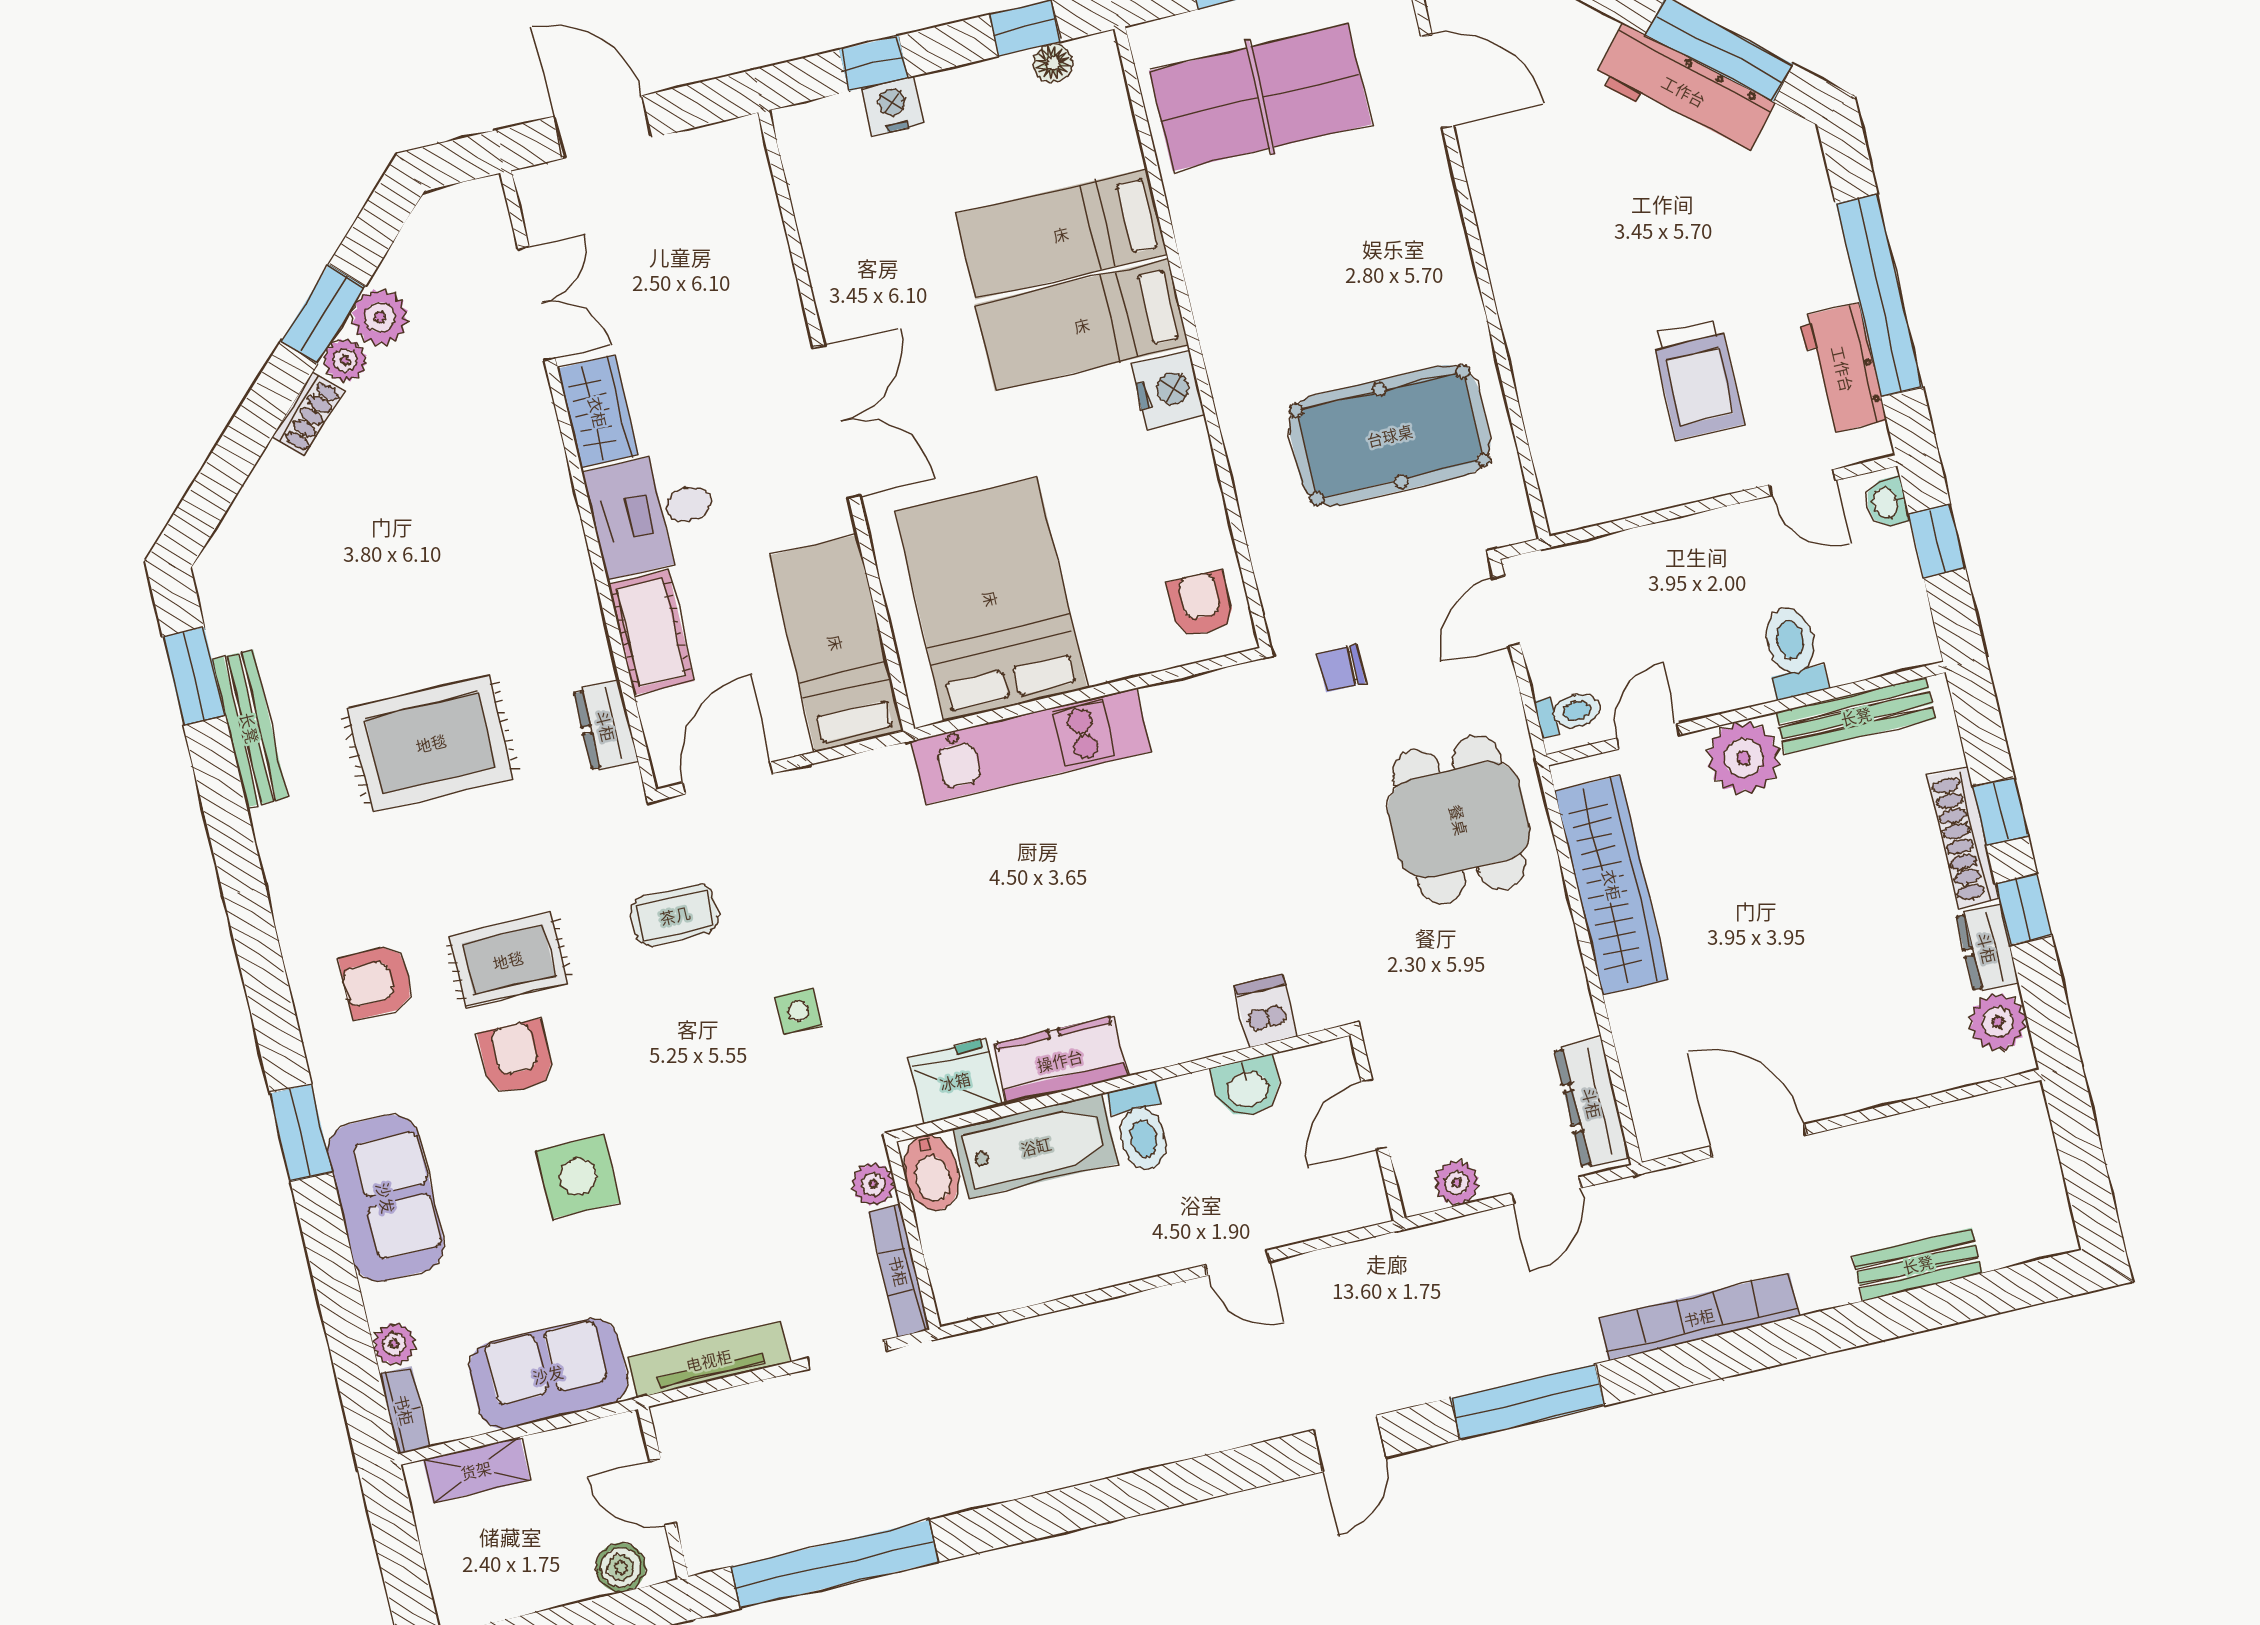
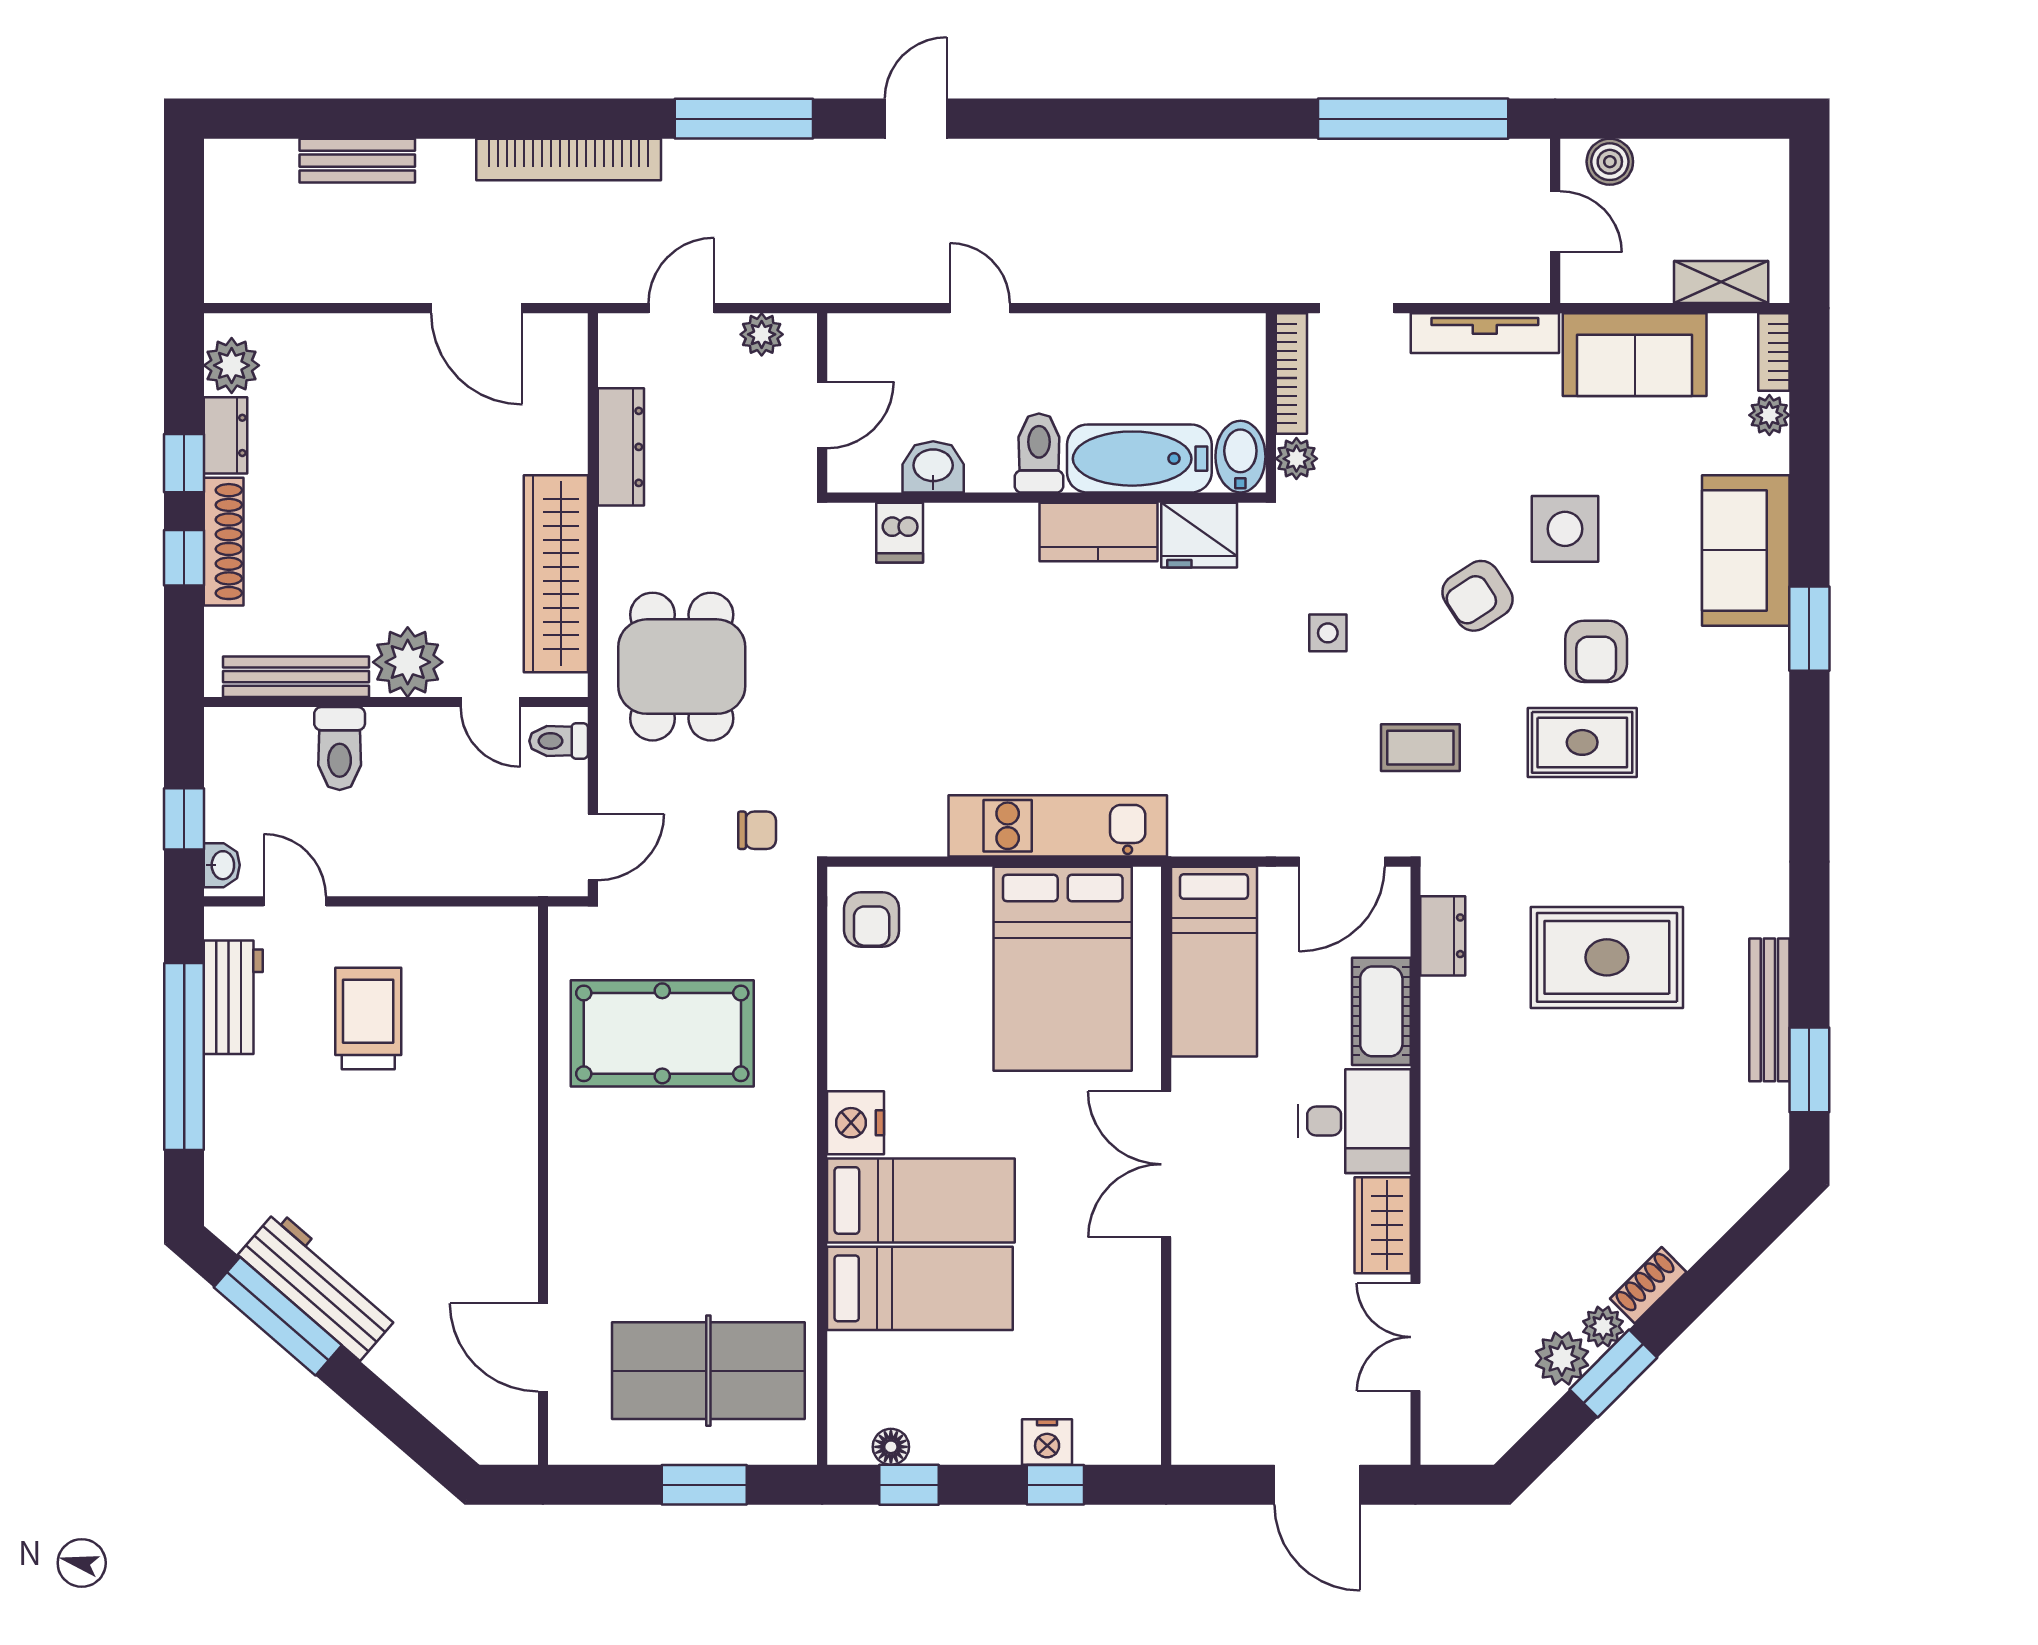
door: (1648, 737) -> (490, 702), hinge flipped
armchair: (377, 982) -> (1477, 596), moved, turned 147
dresser: (1592, 1103) -> (621, 447), moved

